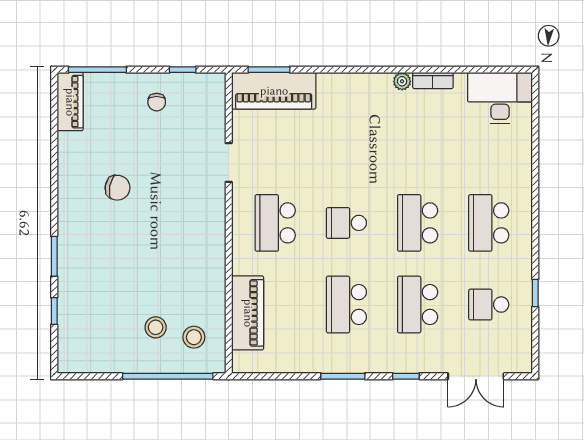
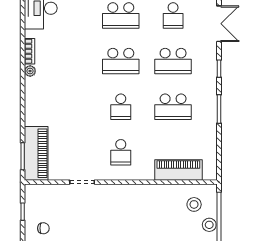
school desk: (275, 223) -> (121, 152), width x0.54
stool: (156, 327) -> (209, 225), moved

